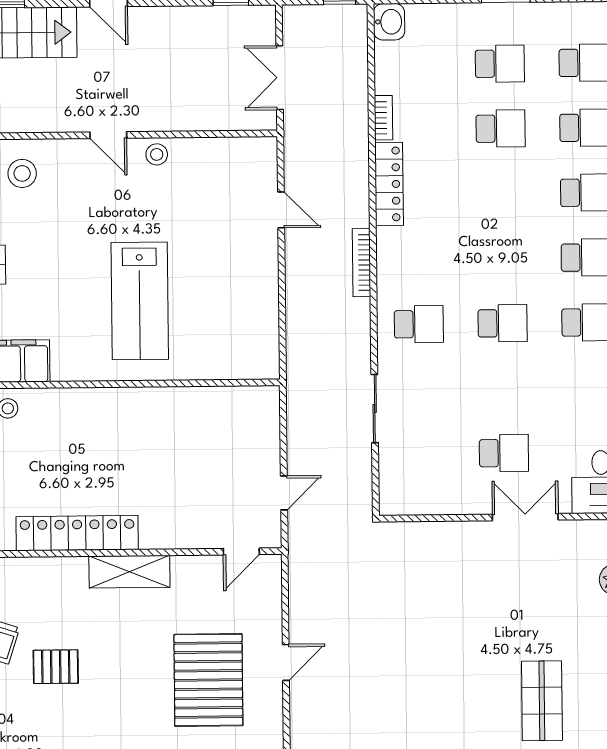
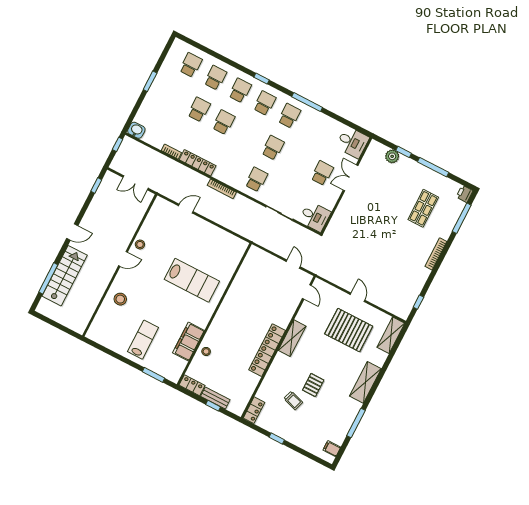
school desk: (500, 64) -> (224, 122), moved
desk: (406, 485) -> (315, 216), added
shop shelf: (542, 701) -> (423, 208), turned 90

